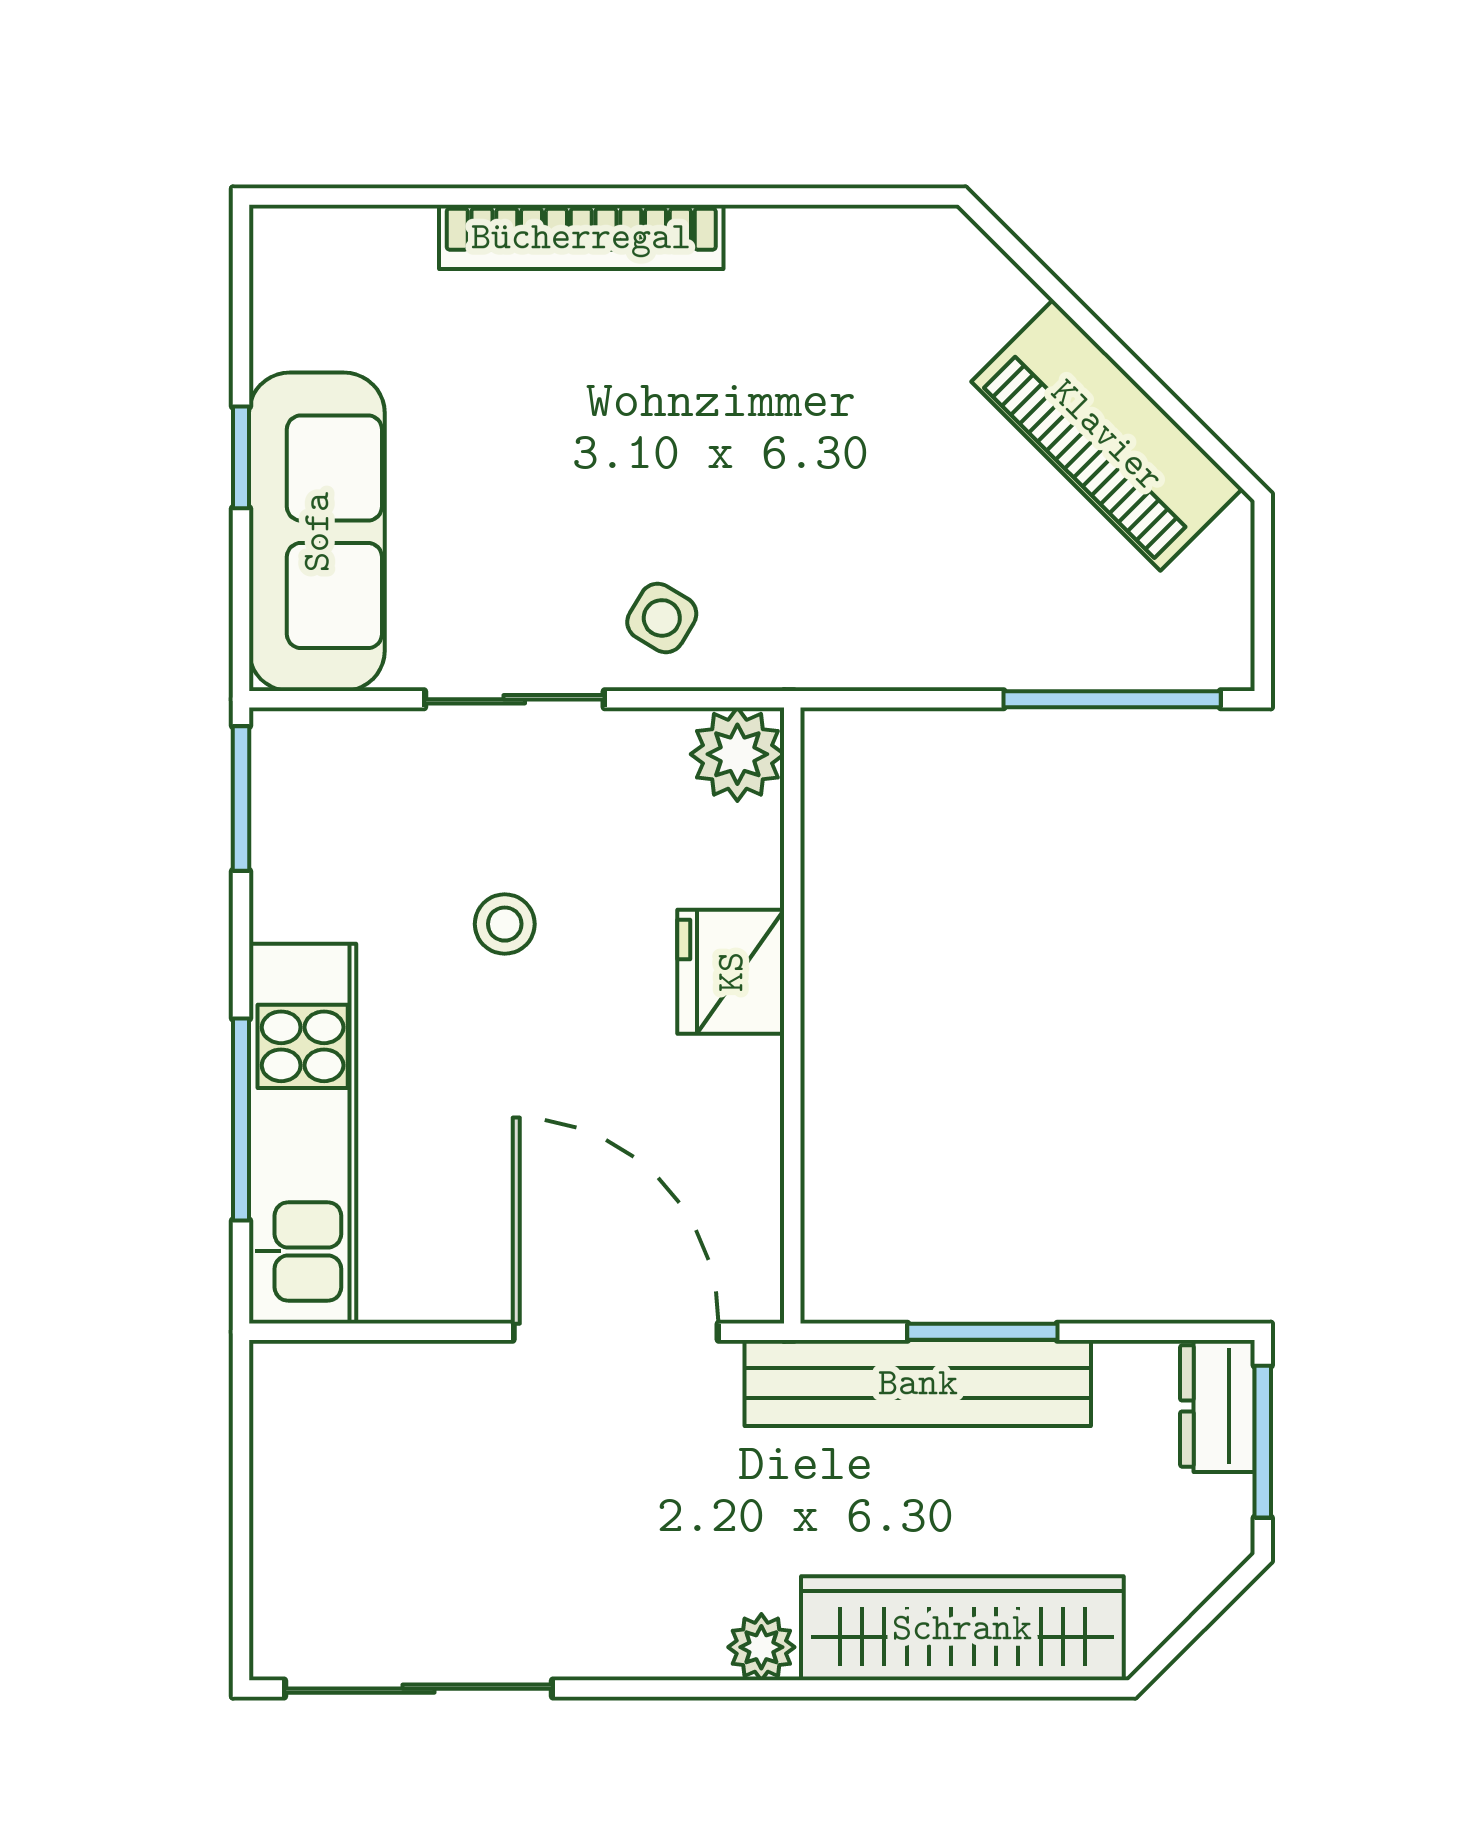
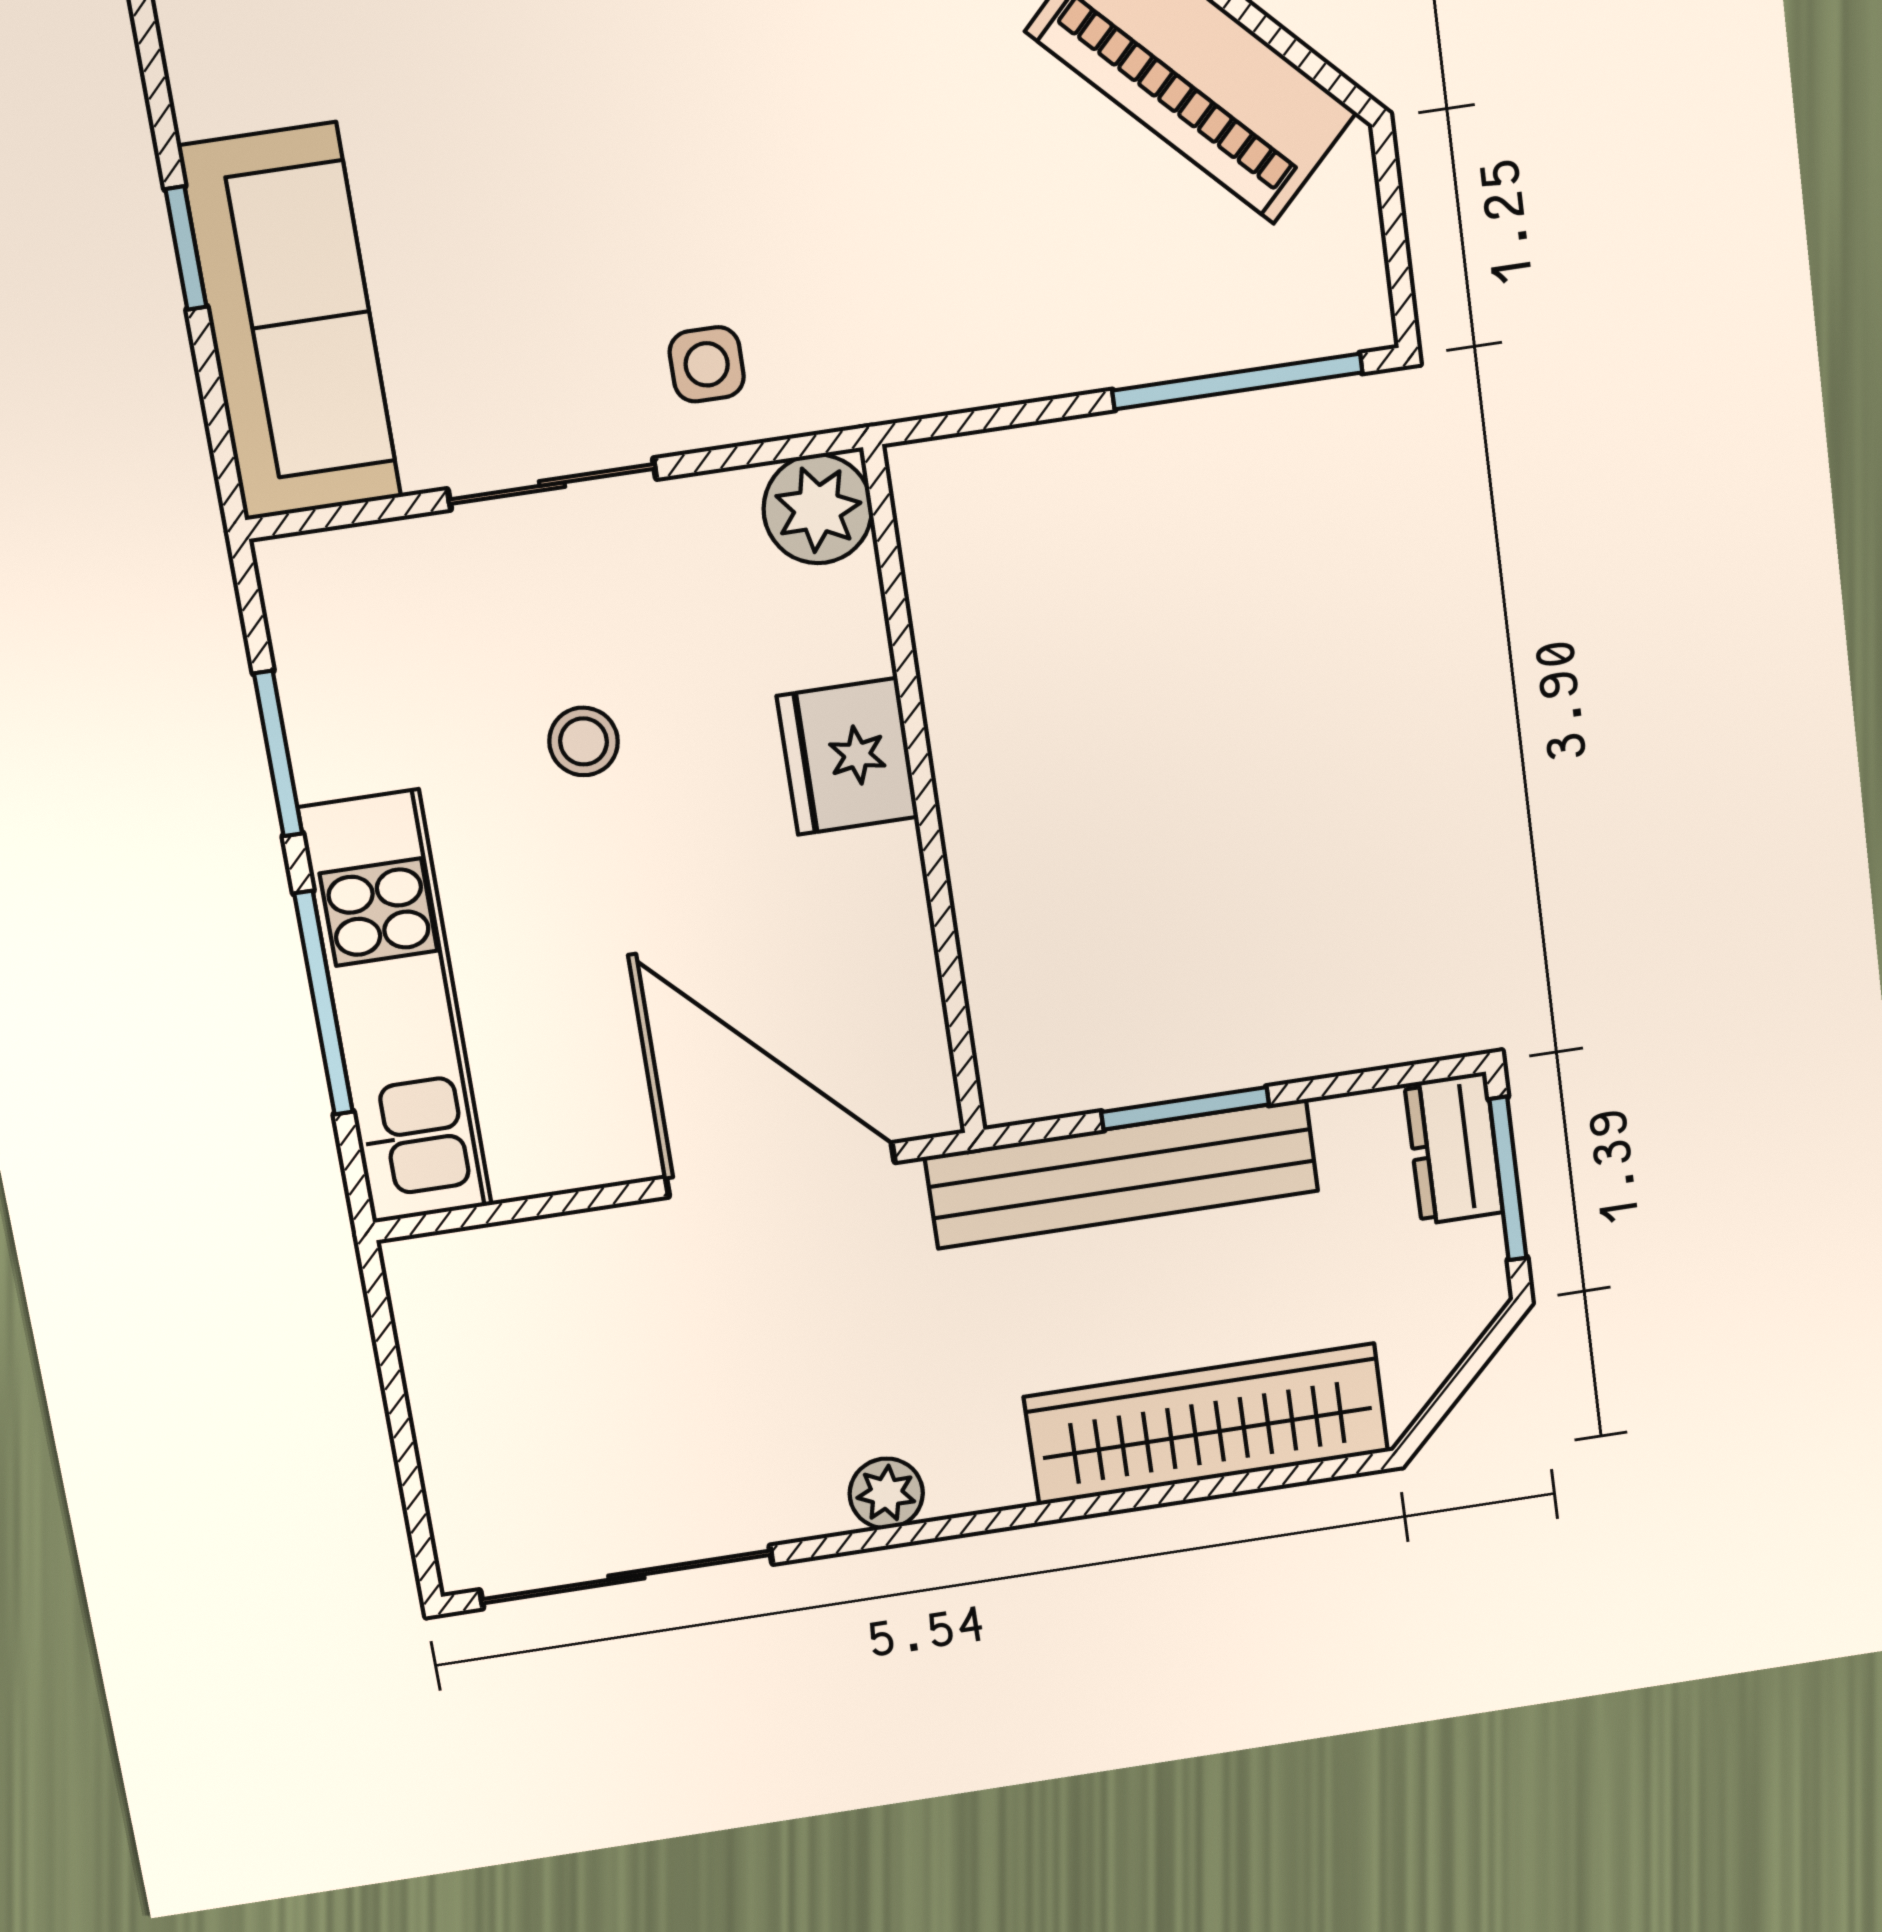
side table: (662, 618) -> (707, 364), turned -31
window: (241, 798) -> (278, 754), moved
plant: (761, 1647) -> (886, 1493), moved

